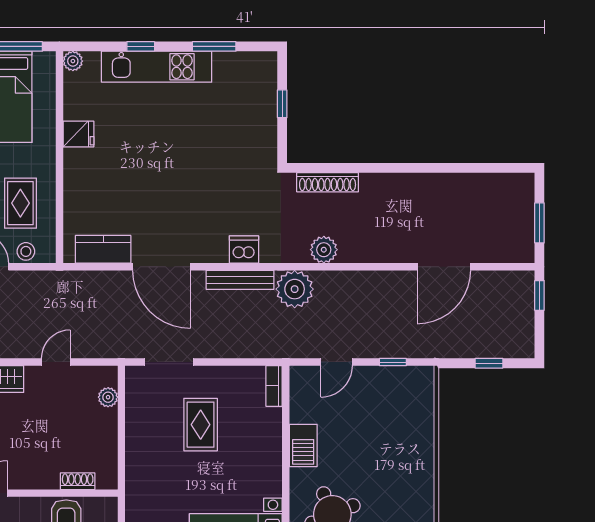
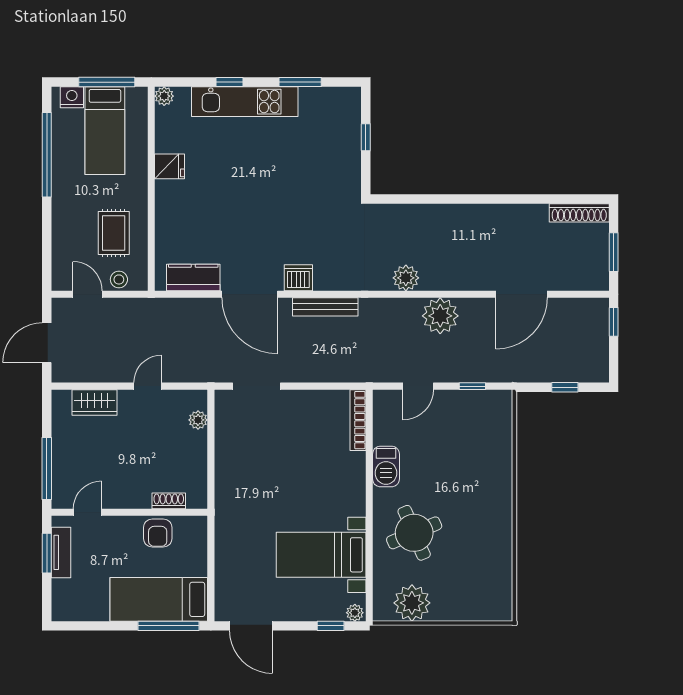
shoe rack: (328, 182) -> (579, 213), moved
dishwasher: (244, 250) -> (298, 278), moved
plant: (295, 289) -> (440, 316), moved
bookcase: (274, 386) -> (358, 420), width x1.56
rug: (201, 425) -> (287, 446), removed

